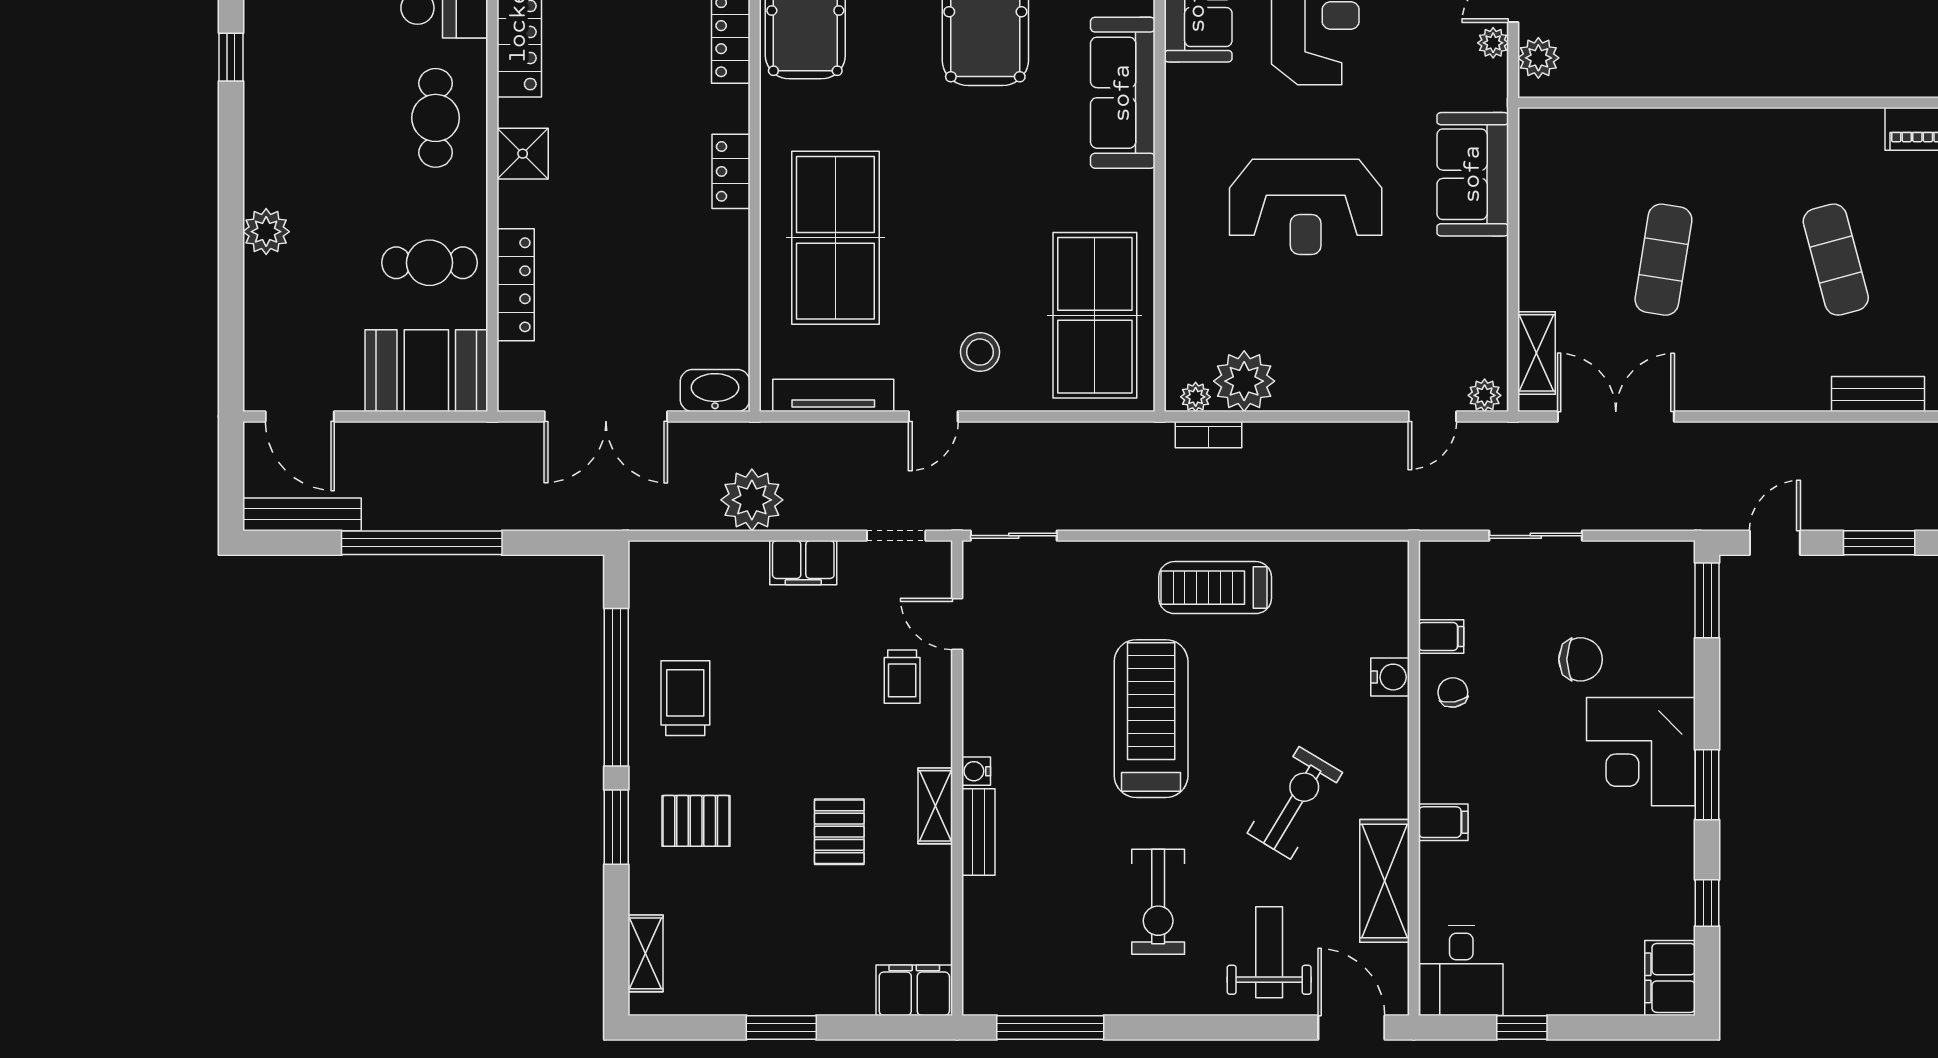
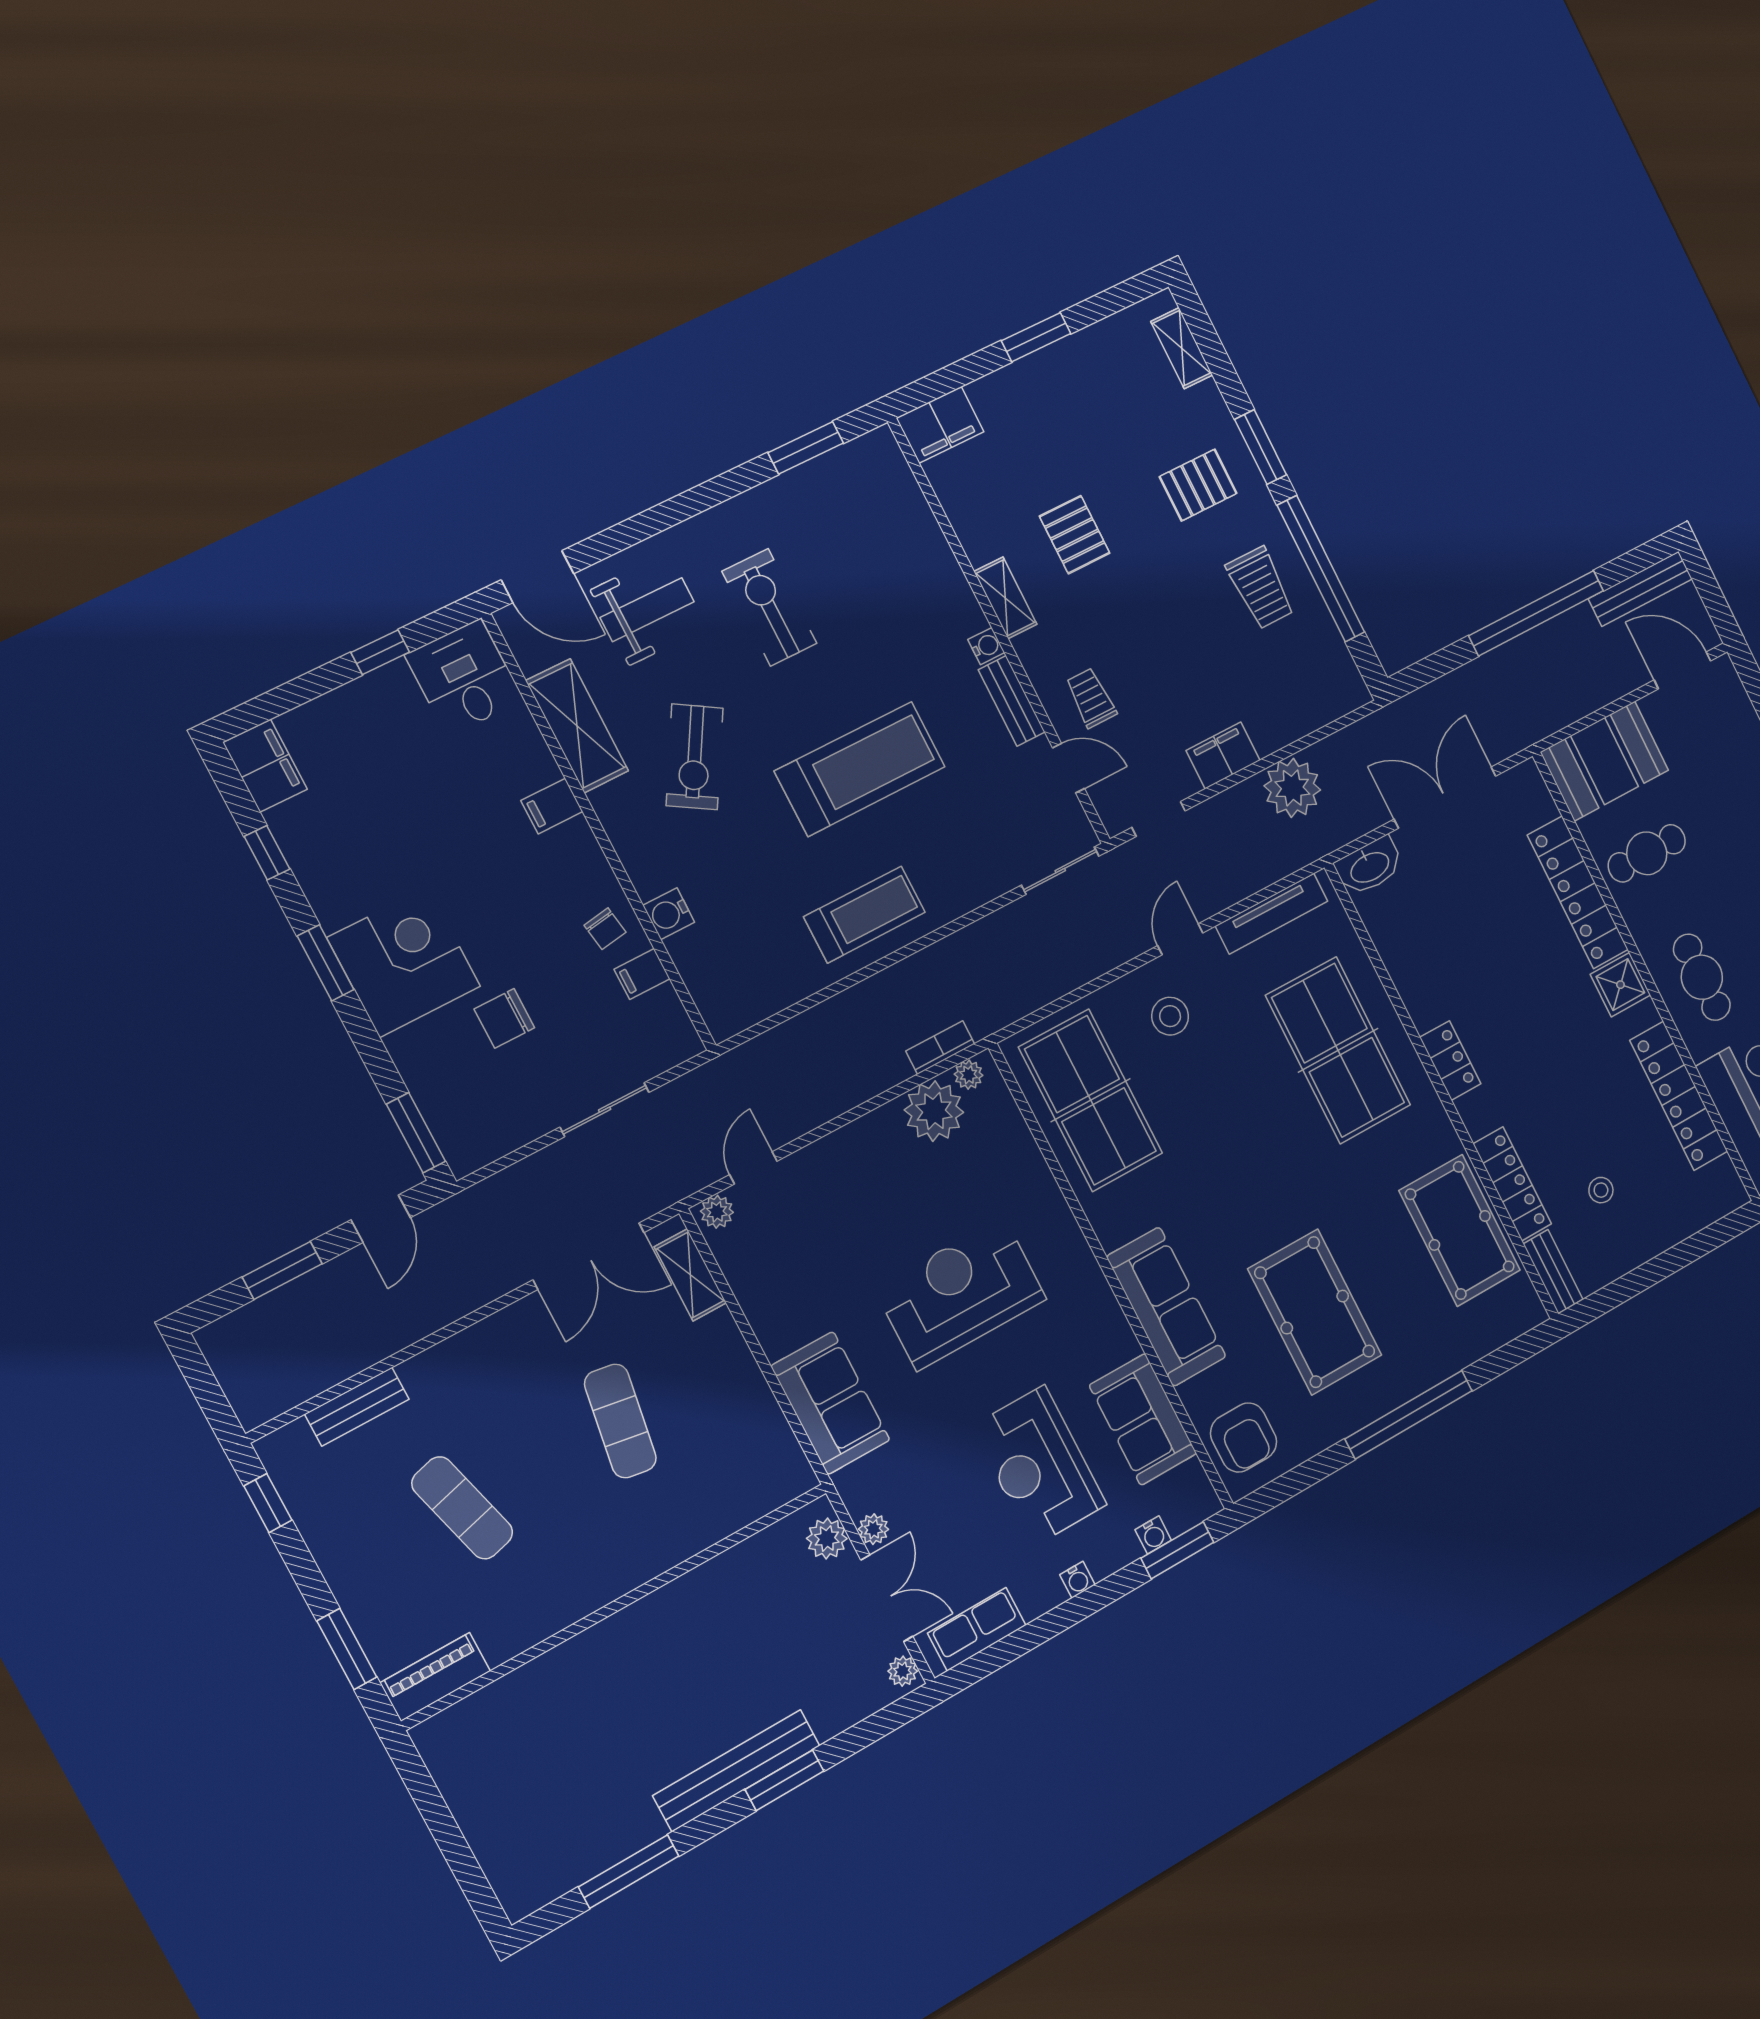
locker: (516, 285) -> (1578, 892), width x1.41, depth x1.21
treadmill: (1151, 719) -> (860, 769), turned -90
bench: (978, 832) -> (1012, 701), moved
weight bench: (1269, 952) -> (647, 610), turned -90
window: (1050, 1027) -> (806, 448), width x0.69

